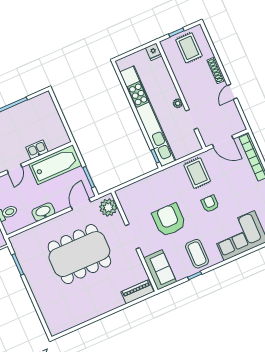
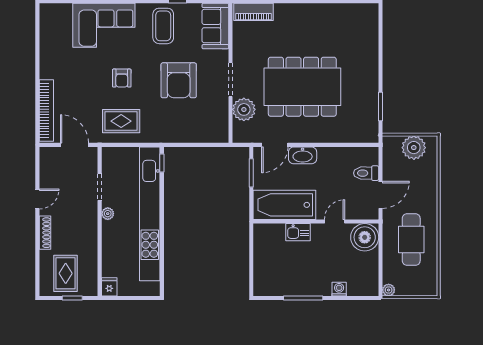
rug: (197, 173) -> (121, 121), turned 90
plant: (108, 207) -> (244, 109), moved
washbasin: (43, 212) -> (303, 155), moved

